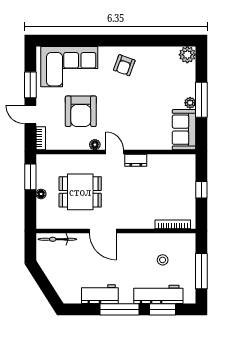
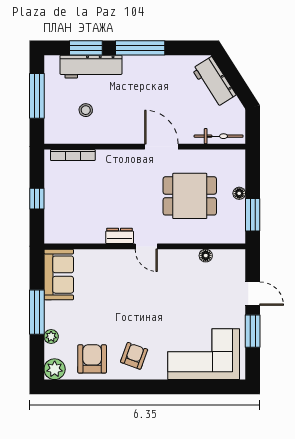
plant: (190, 103) -> (51, 337), moved
armchair: (81, 111) -> (92, 359), moved, width x0.73, depth x0.73
bookcase: (41, 138) -> (239, 264), removed
floor lamp: (95, 145) -> (206, 256), moved
workbench: (100, 294) -> (214, 82), moved, turned 58

